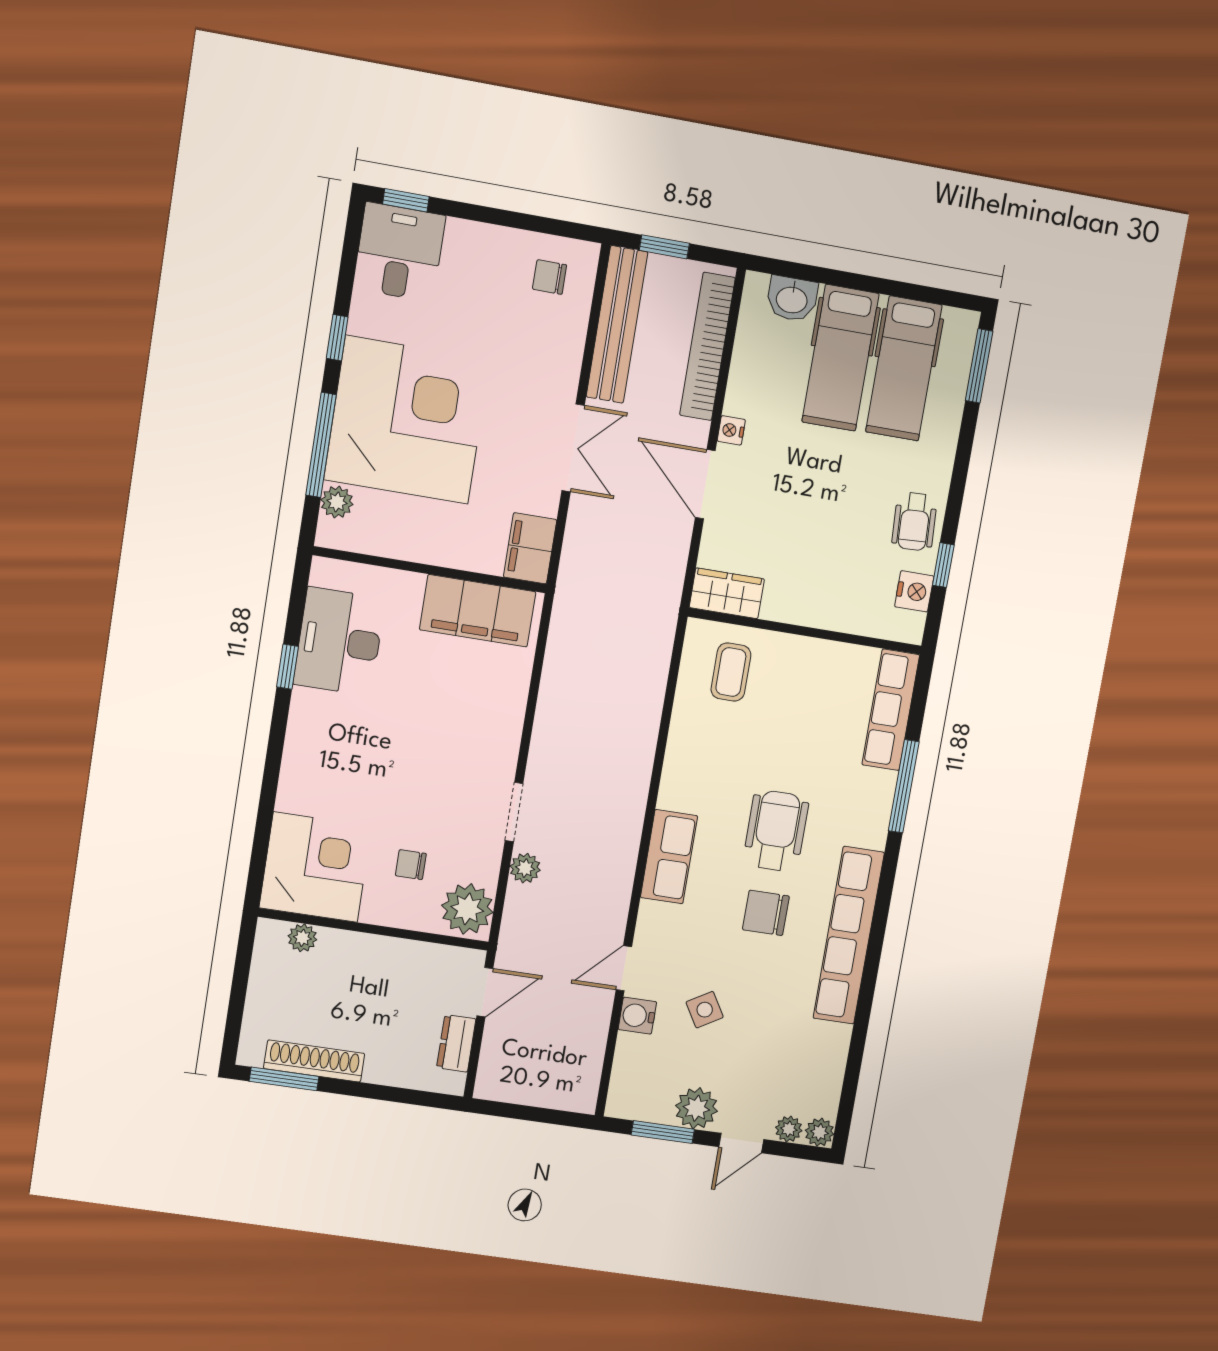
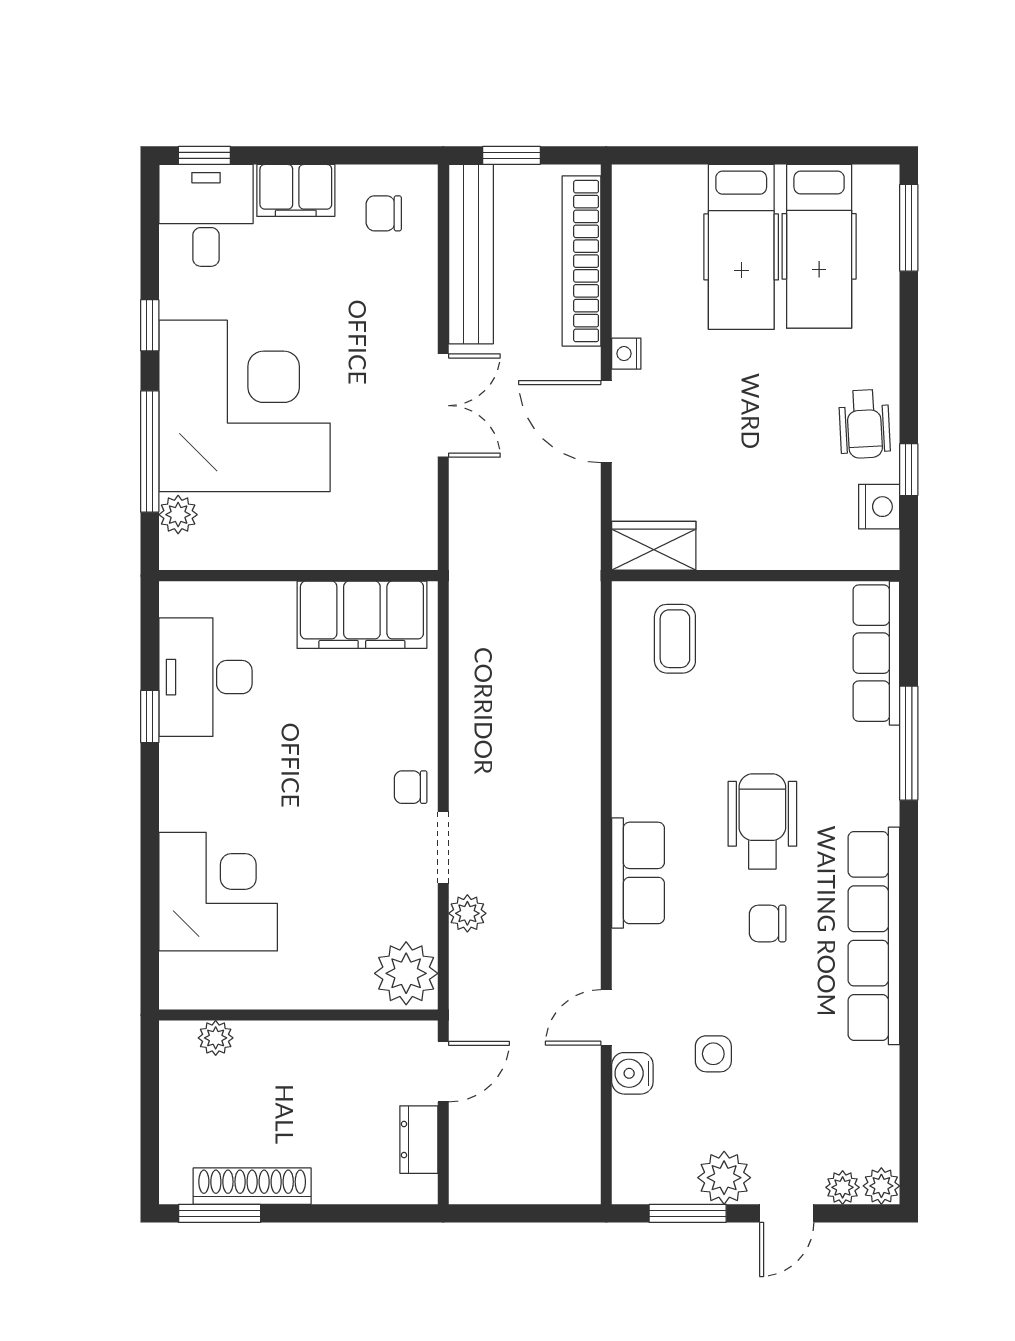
washbasin: (792, 299) -> (672, 189), removed
filing cabinet: (530, 548) -> (296, 190), moved, turned -90
chair: (411, 865) -> (411, 787), moved
corner desk: (315, 867) -> (218, 892), moved
chair: (766, 913) -> (768, 924), width x0.73, depth x0.73
side table: (705, 1010) -> (713, 1054), turned 31

